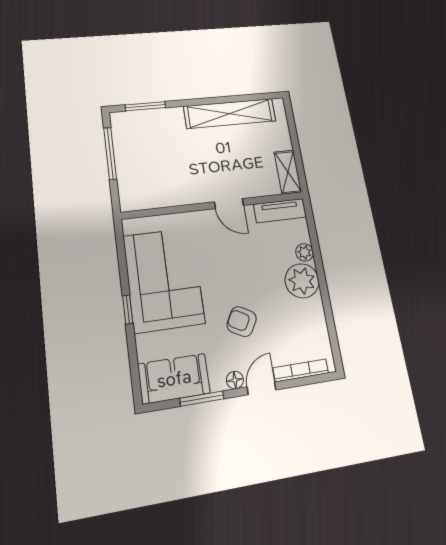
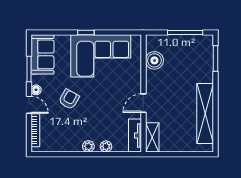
shelving: (288, 172) -> (152, 137), moved, turned 90
boiler: (160, 195) -> (154, 60), added
plant: (302, 281) -> (88, 146), width x0.53, depth x0.53

